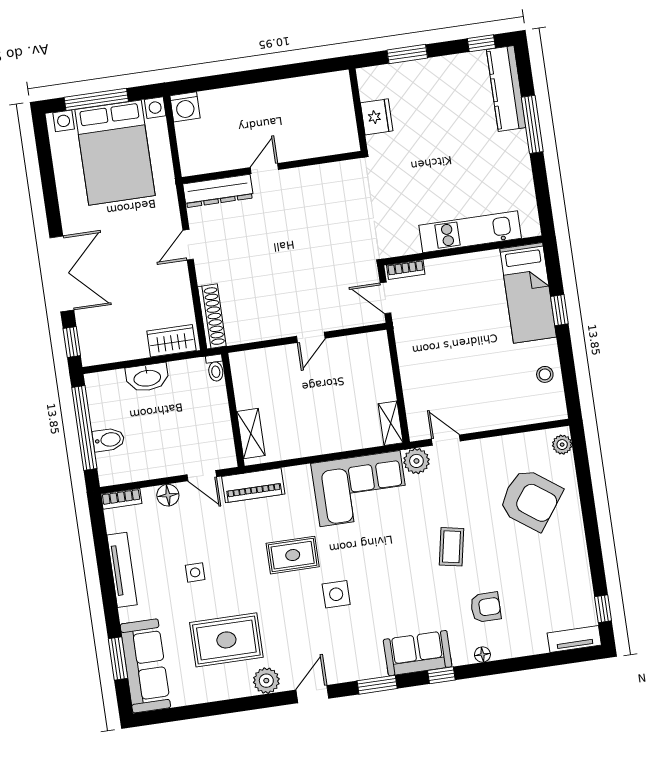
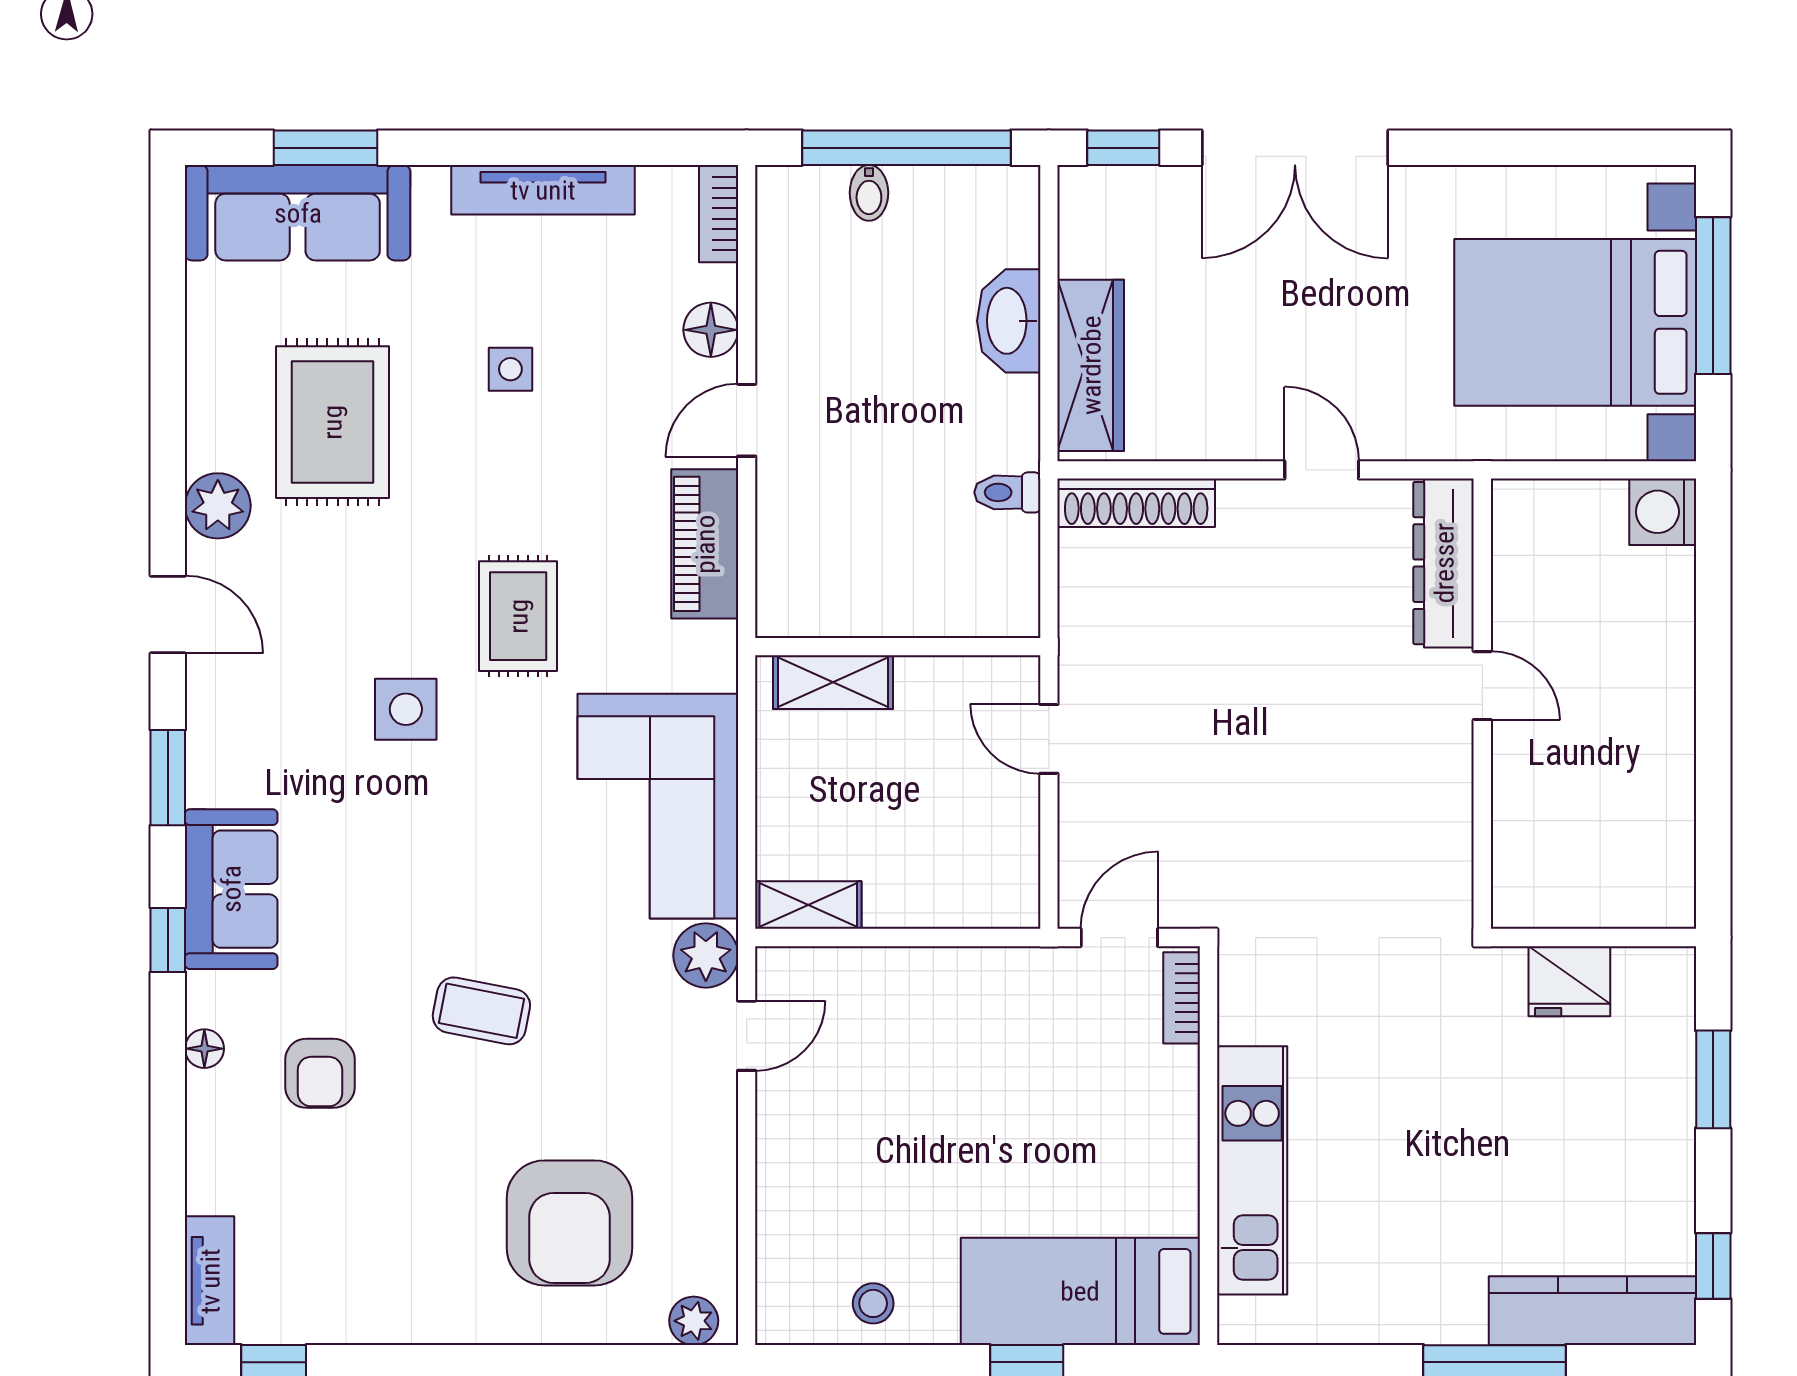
wardrobe: (171, 341) -> (1091, 365), width x1.50
wall: (233, 410) -> (898, 647), moved
shelving: (251, 434) -> (833, 682), moved
bidet: (108, 440) -> (869, 193), width x0.72, depth x0.74
armchair: (530, 500) -> (569, 1223), turned -36

